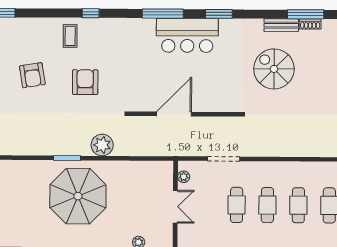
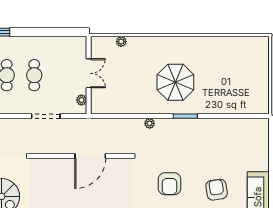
plant: (102, 145) -> (150, 123), width x0.53, depth x0.53
parasol: (78, 196) -> (175, 82), width x0.73, depth x0.73
double door: (175, 207) -> (89, 73), swing flipped

